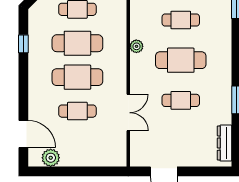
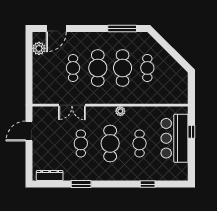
window: (23, 44) -> (122, 29), width x2.17

